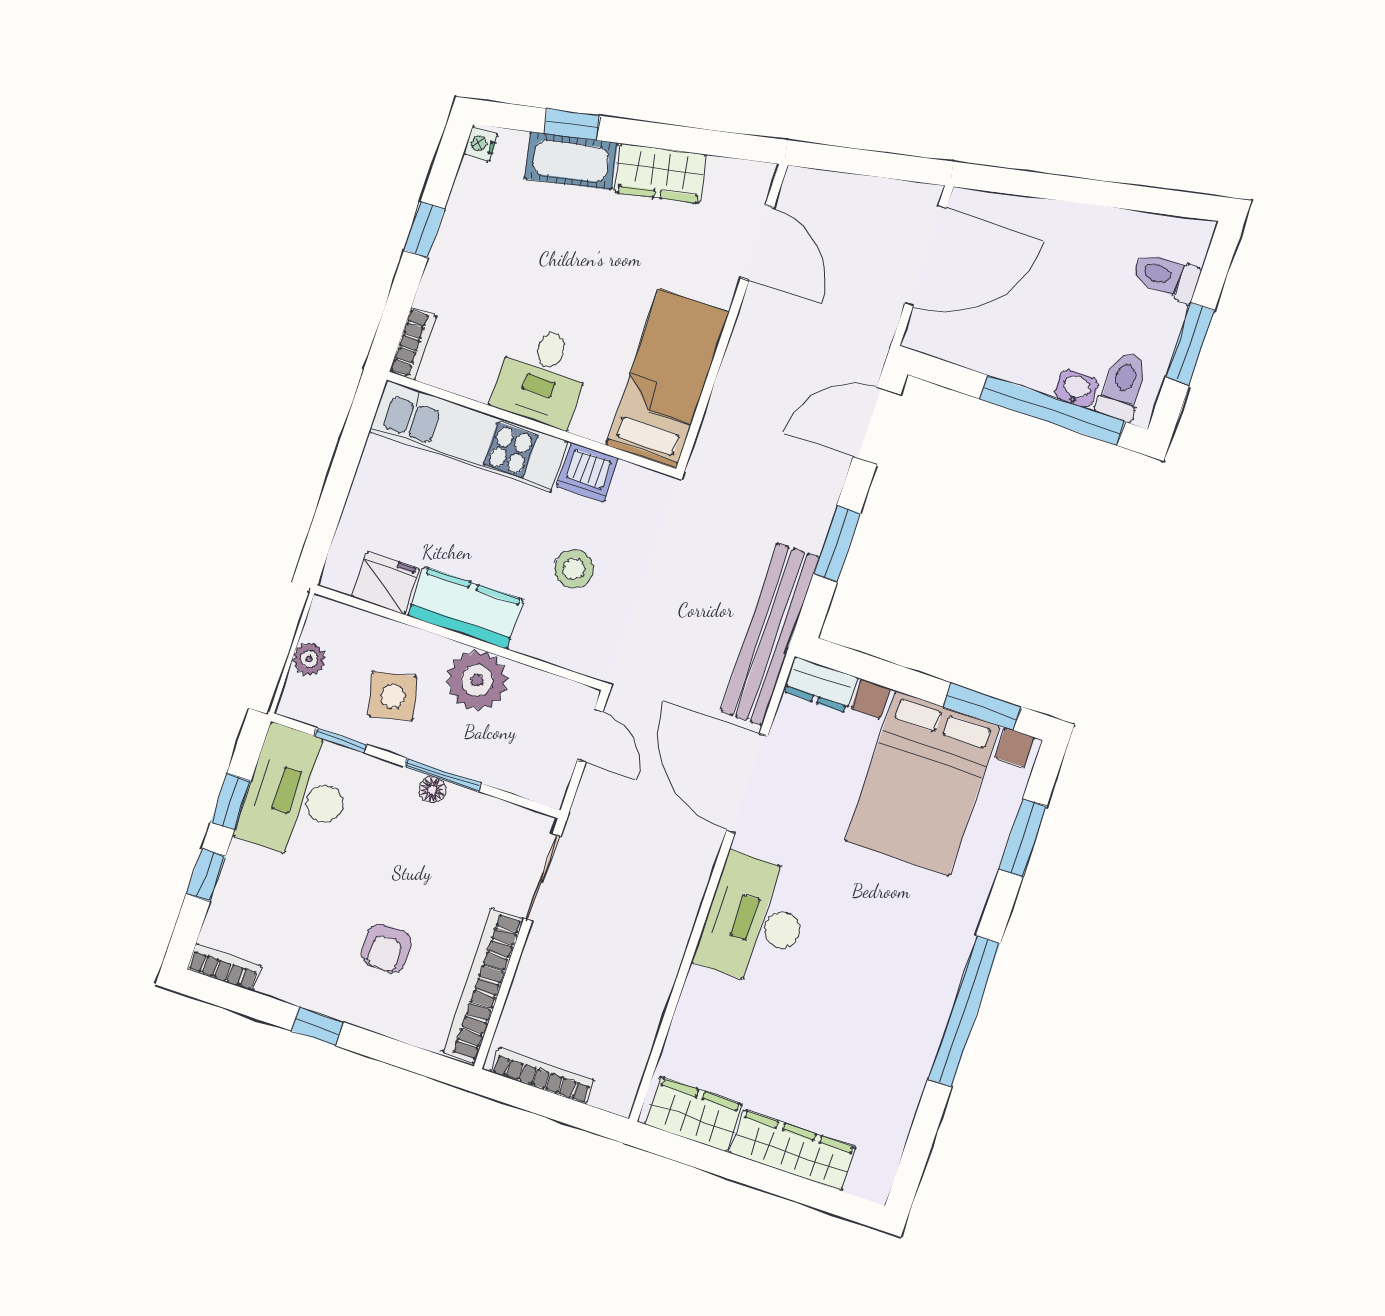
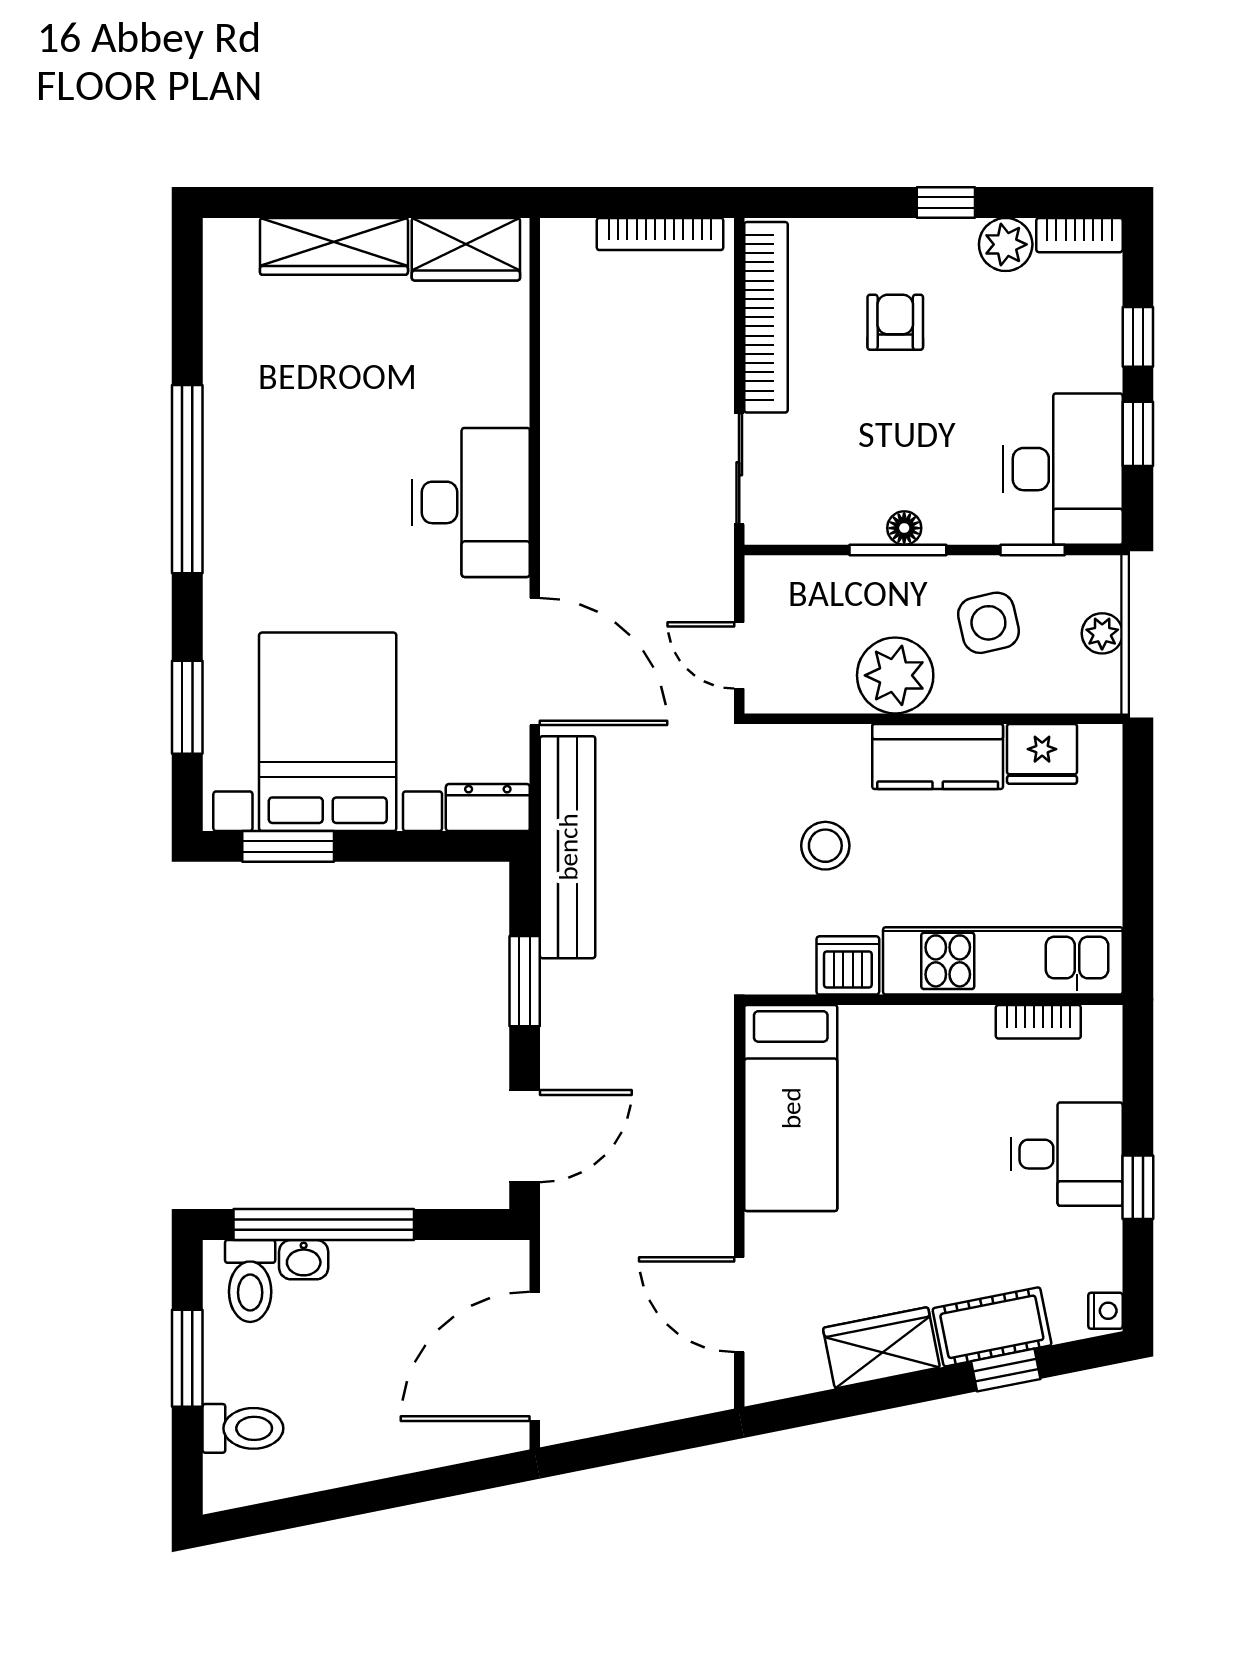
bookcase: (413, 344) -> (1038, 1022), moved, turned -90
desk: (542, 376) -> (1067, 1154), moved, turned 90
plant: (282, 979) -> (1006, 244), added

